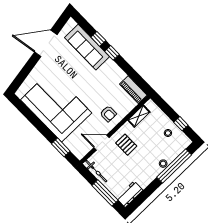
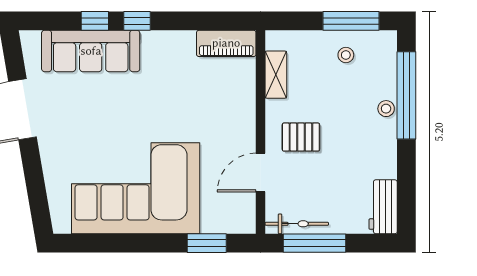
armchair: (108, 114) -> (226, 119), removed
window: (181, 124) -> (351, 21), width x2.17
window: (105, 193) -> (314, 243), moved

